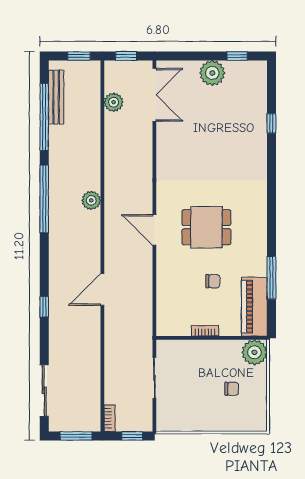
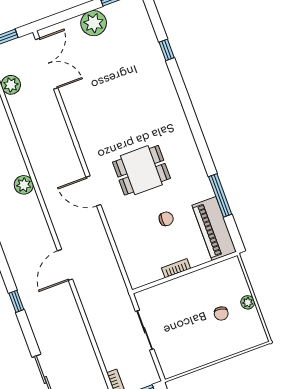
plant: (254, 352) -> (248, 302), moved, width x0.53, depth x0.53
chair: (232, 389) -> (221, 314), turned 102

